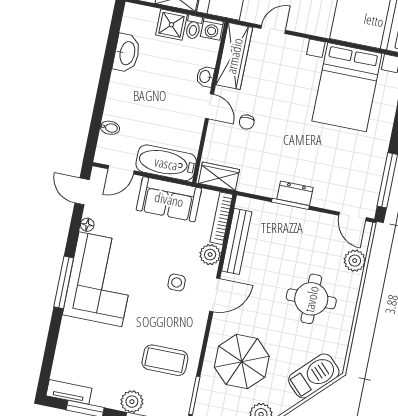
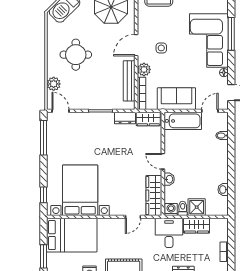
washbasin: (127, 53) -> (223, 190), width x0.52, depth x0.69
chair: (247, 122) -> (138, 156), removed
dresser: (295, 193) -> (125, 118), moved

